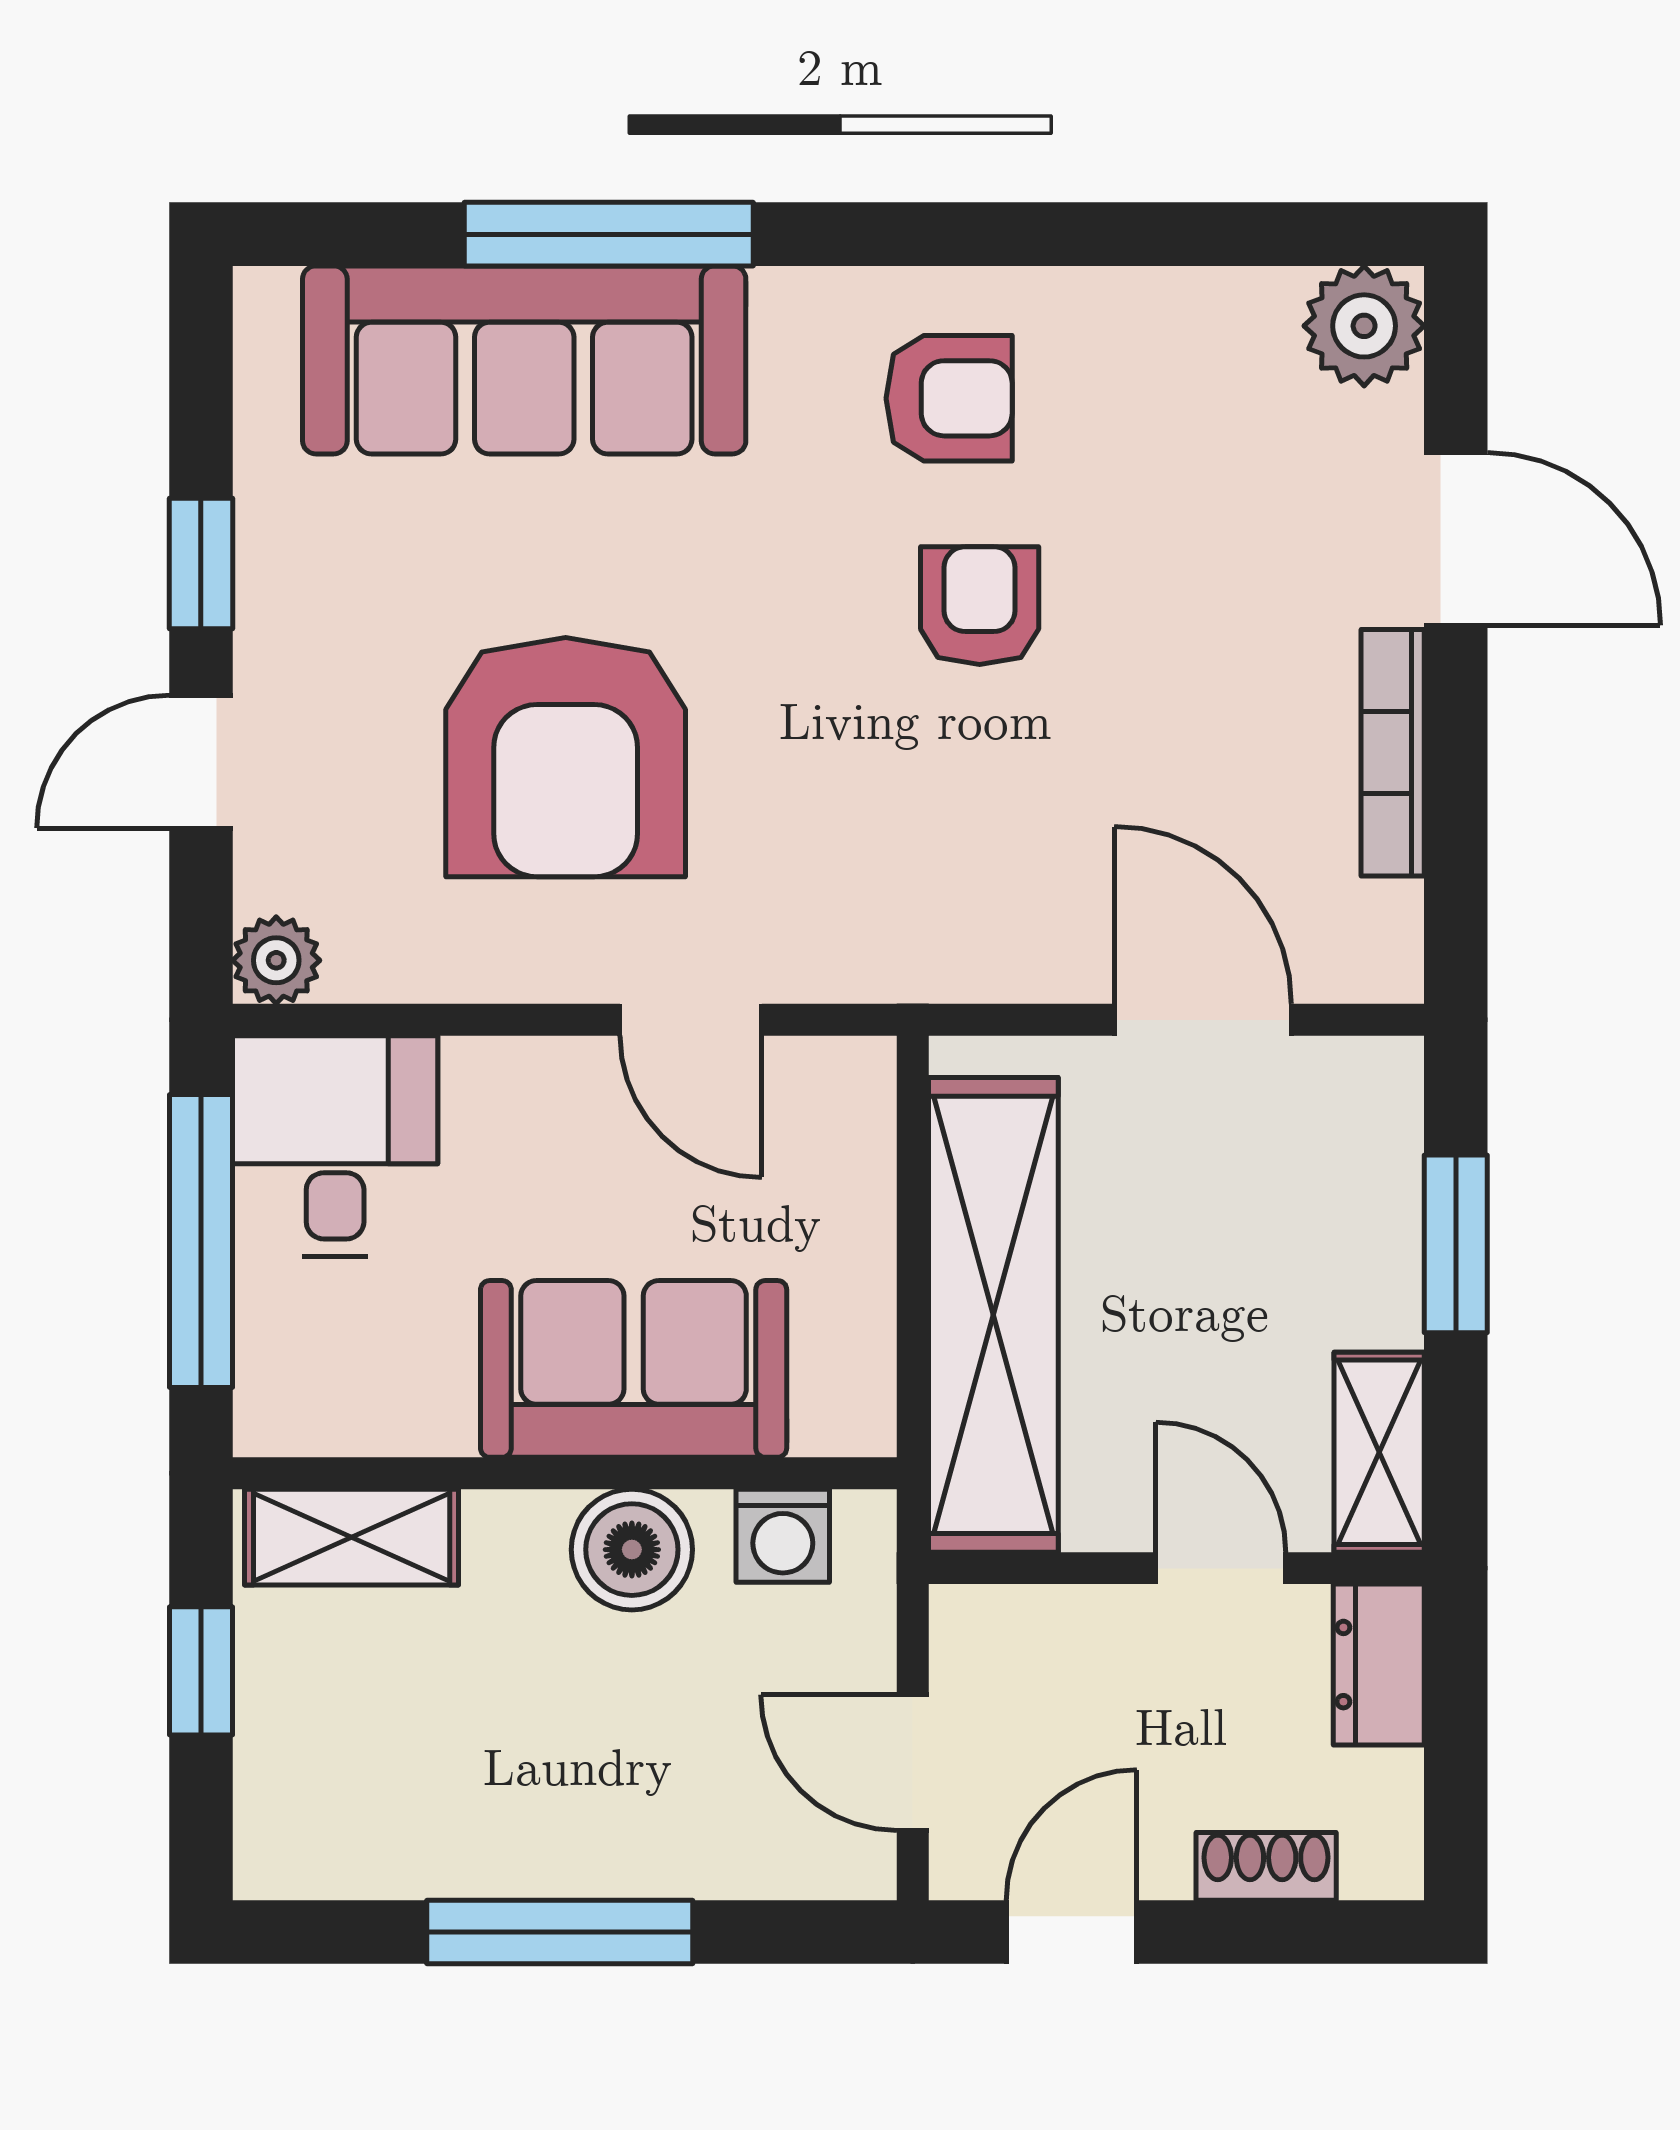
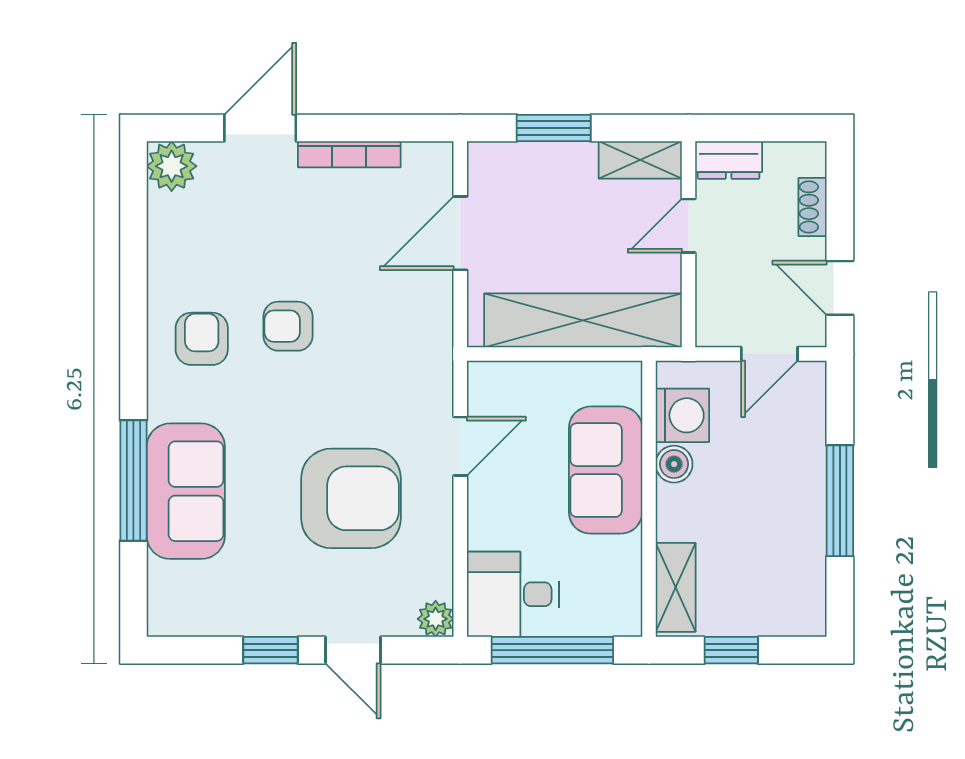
sofa: (524, 360) -> (186, 491), width x0.73
washing machine: (783, 1536) -> (682, 415), width x1.38, depth x1.38
boiler: (632, 1550) -> (674, 464), width x0.73, depth x0.73

